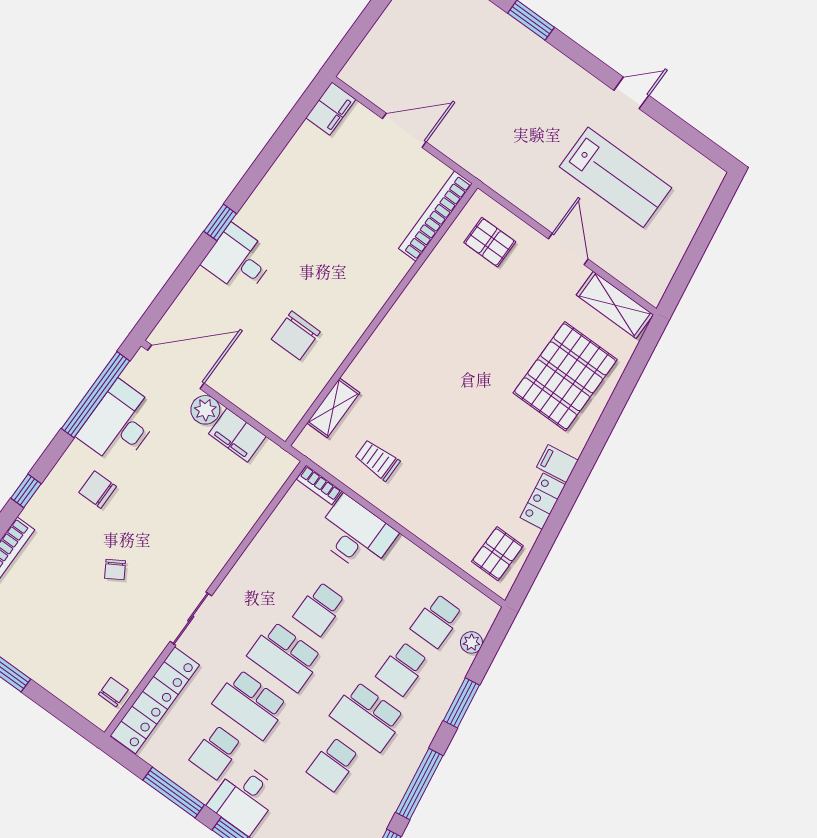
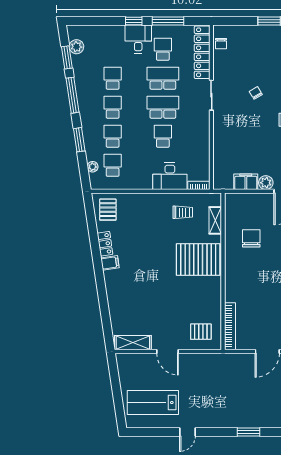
lab bench: (616, 177) -> (153, 403), moved
pallet: (565, 376) -> (198, 259), moved, turned 90
school desk: (368, 716) -> (113, 107), width x0.54

